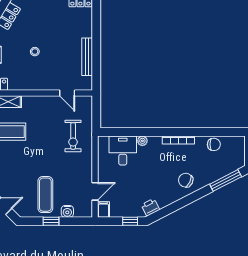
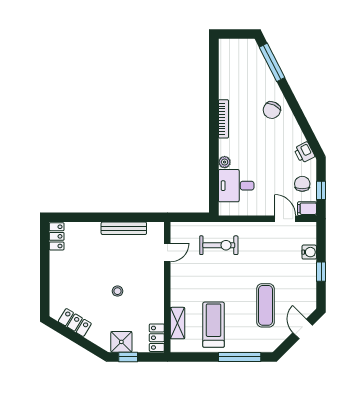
chair: (214, 144) -> (302, 184), moved
exercise mat: (45, 195) -> (265, 305), moved, turned 90
window: (130, 221) -> (321, 190), moved

